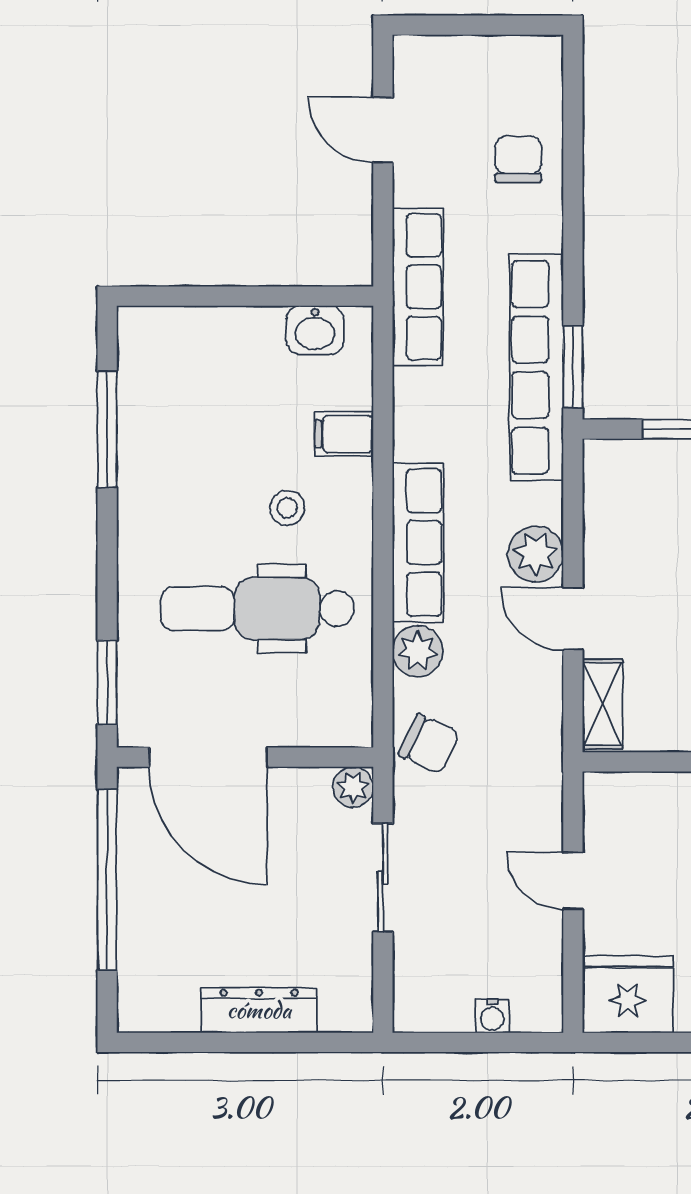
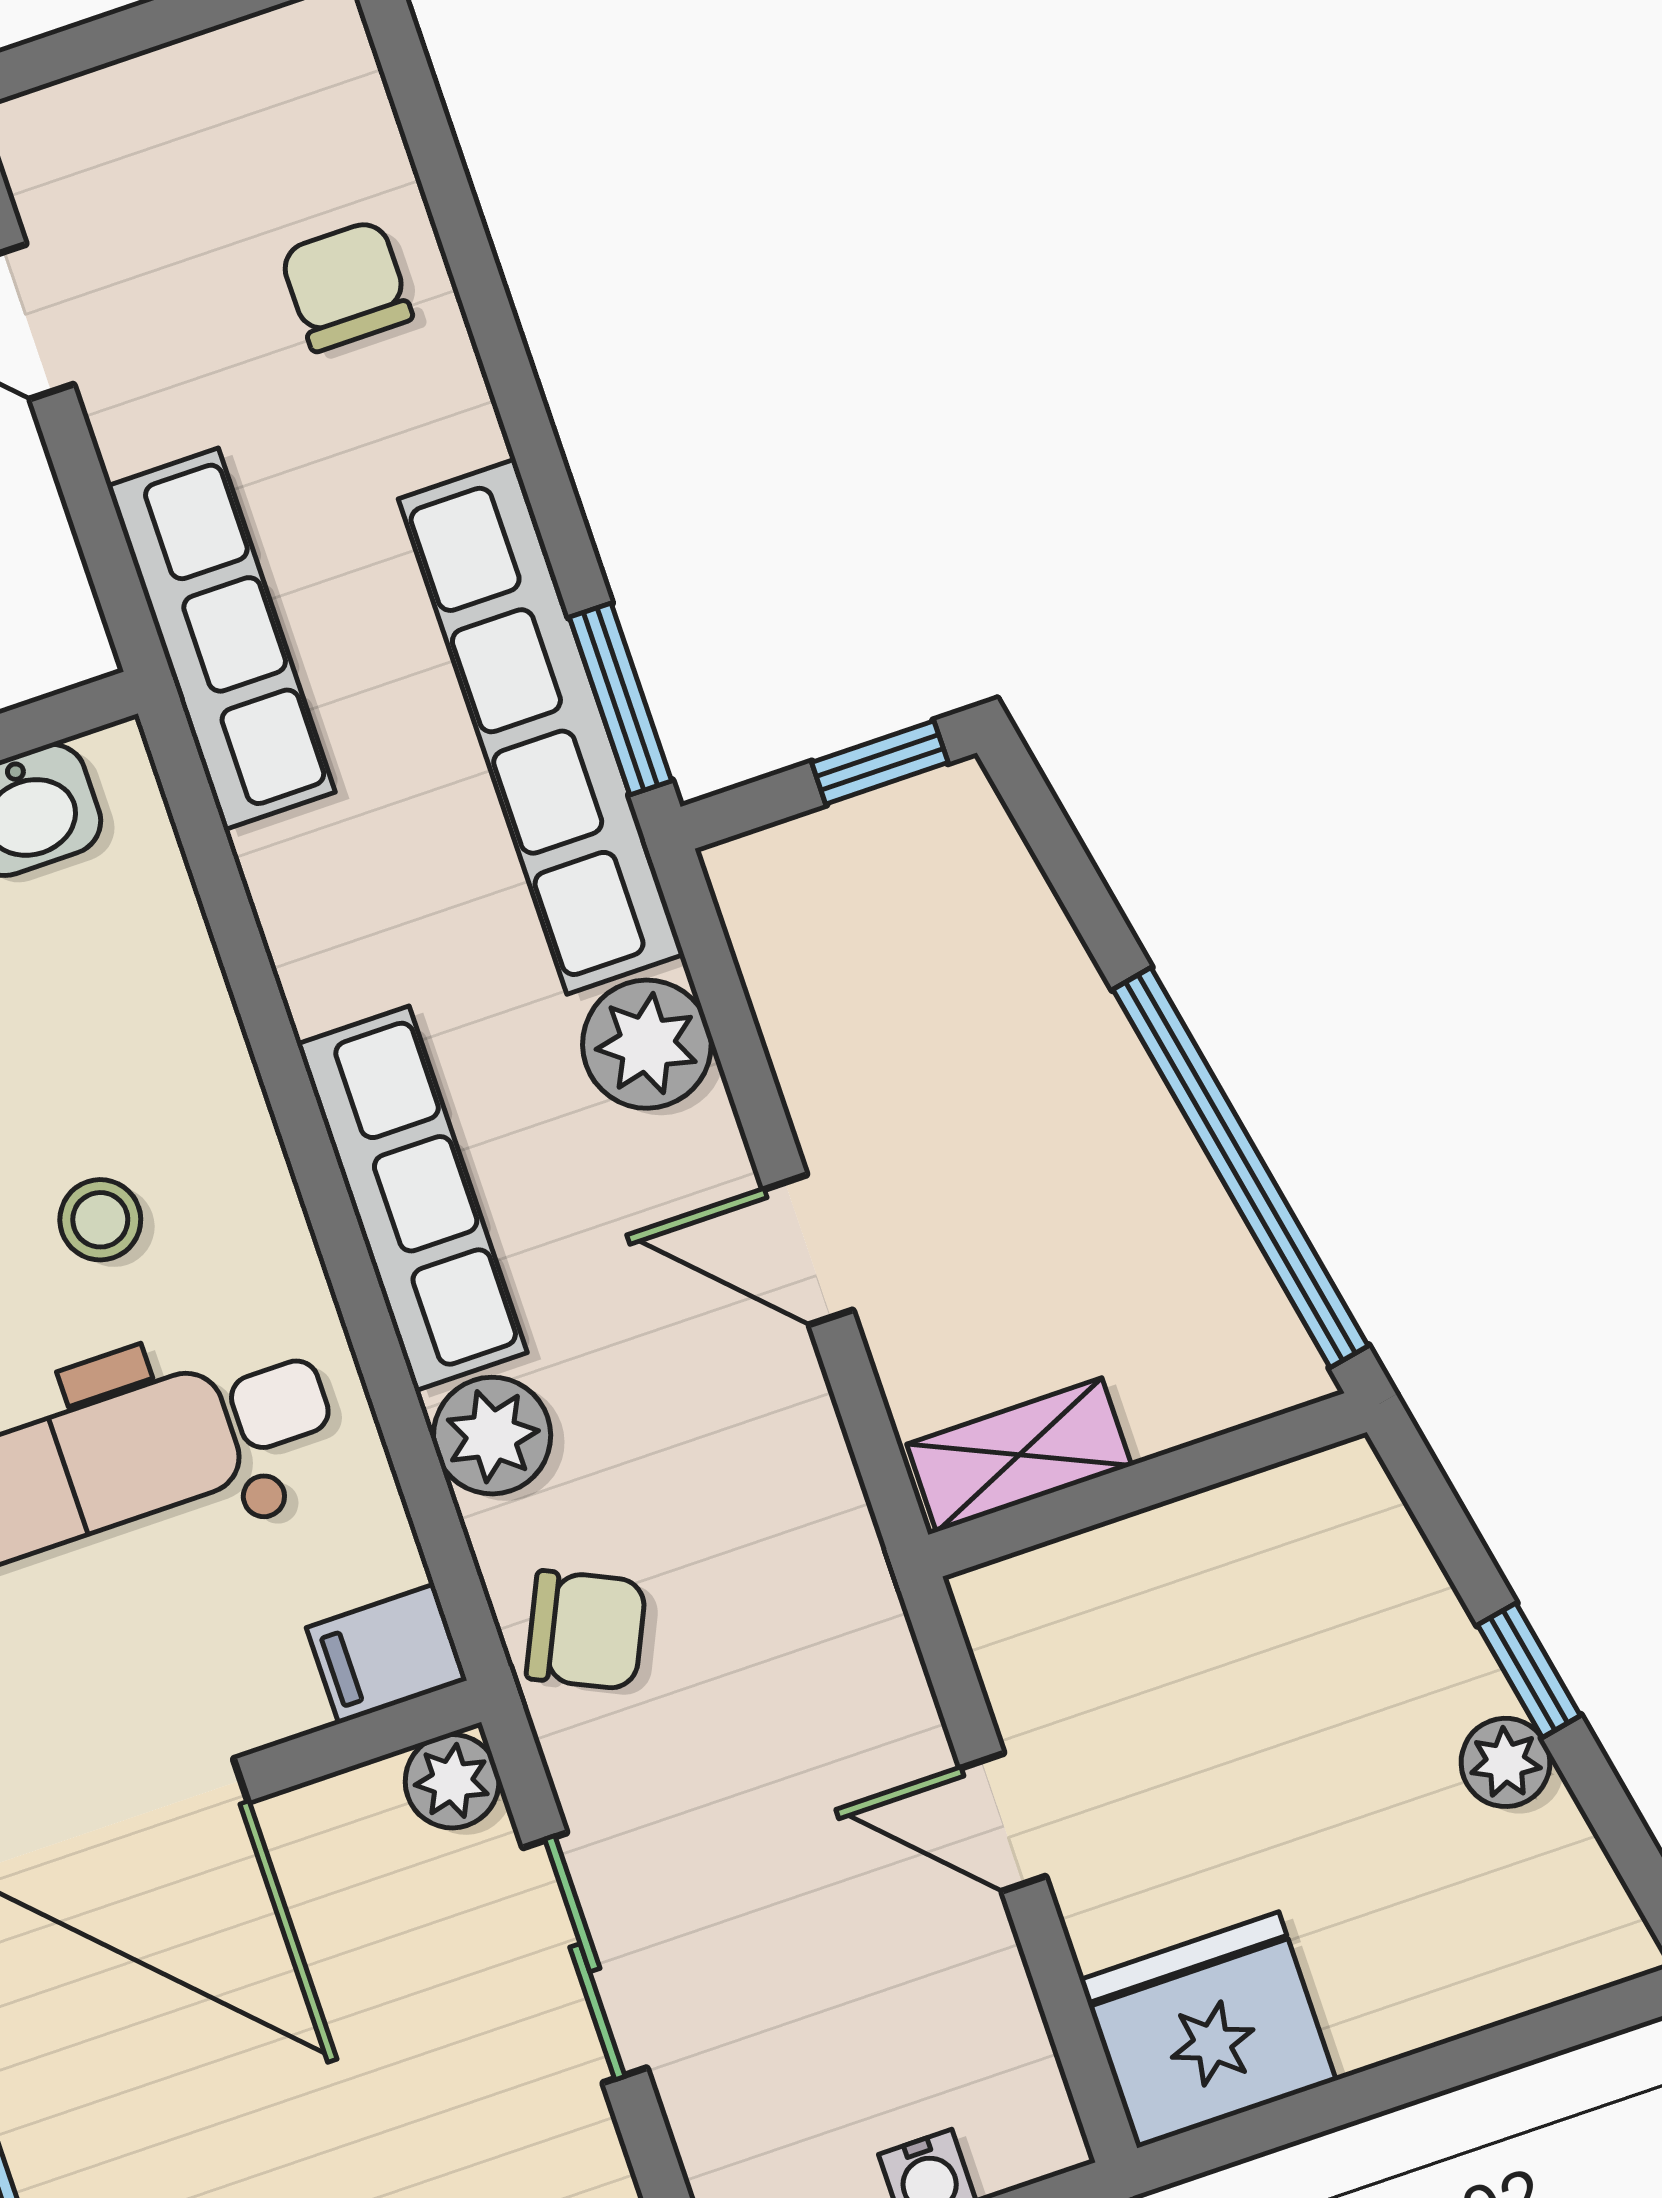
filing cabinet: (344, 434) -> (387, 1654), moved
plant: (536, 554) -> (647, 1044), moved
shelving: (603, 704) -> (1019, 1455), moved, turned 90

